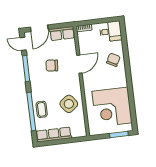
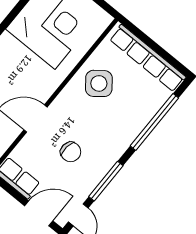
coffee table: (42, 109) -> (139, 111), removed
row of seats: (54, 135) -> (148, 58), width x1.36

